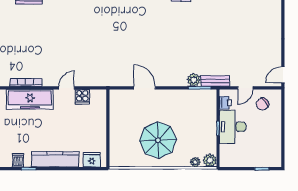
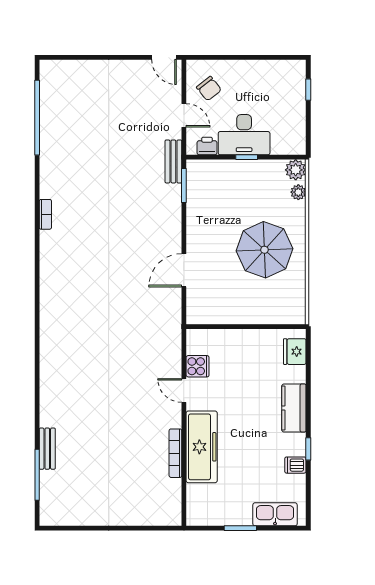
plant: (194, 80) -> (172, 195), removed
kitchen counter: (55, 159) -> (294, 408), width x0.67

